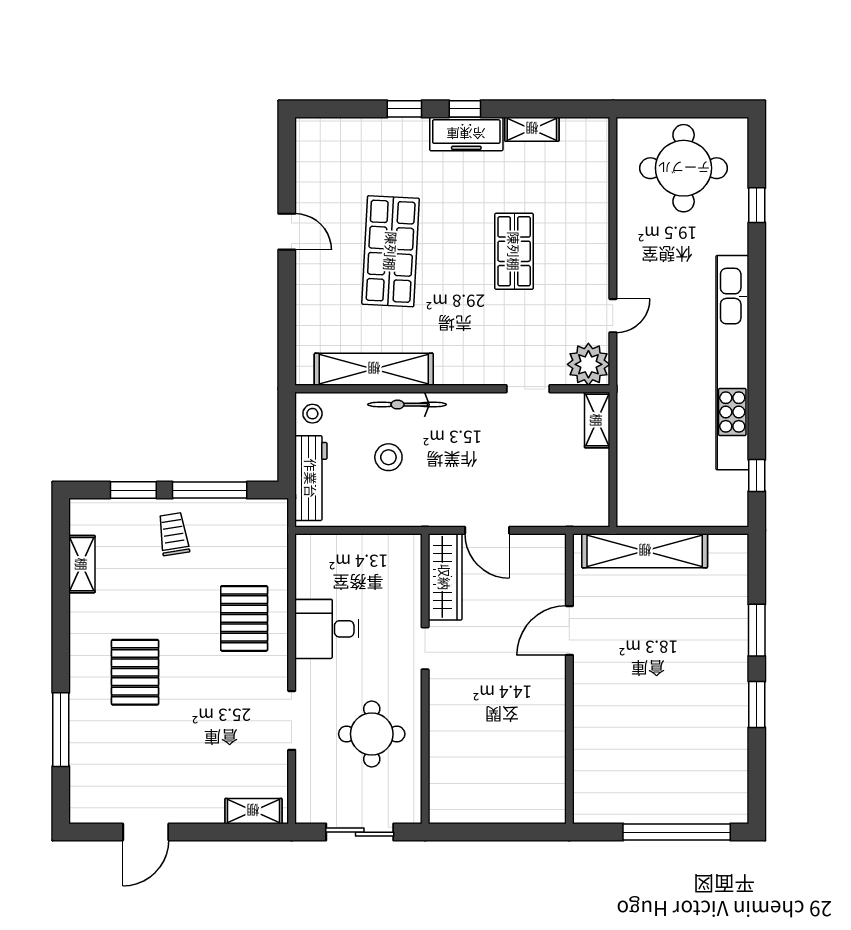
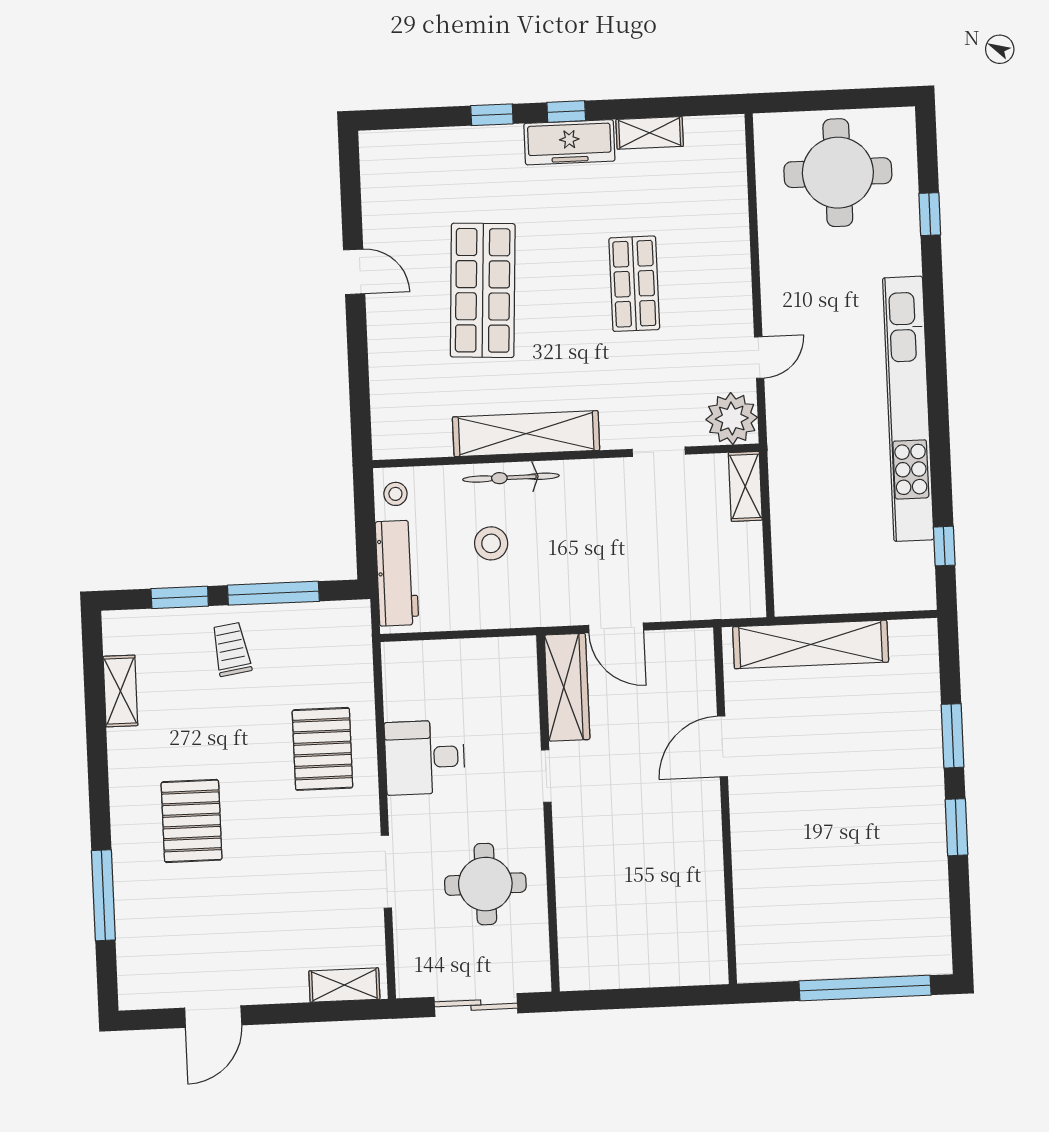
shelving: (374, 369) -> (526, 434), moved

